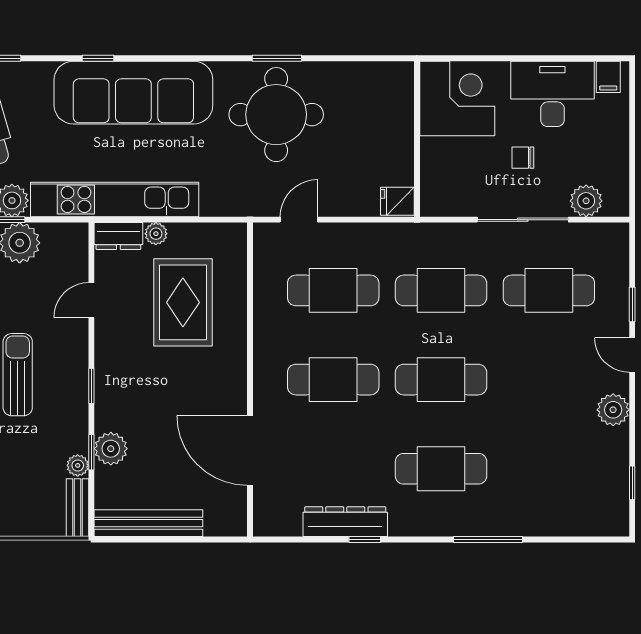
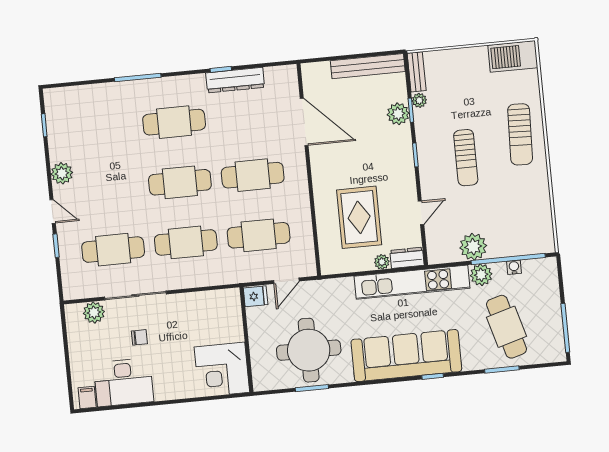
corner desk: (457, 99) -> (222, 370), moved
wall: (417, 139) -> (246, 340), moved
fridge: (397, 201) -> (256, 296), moved

